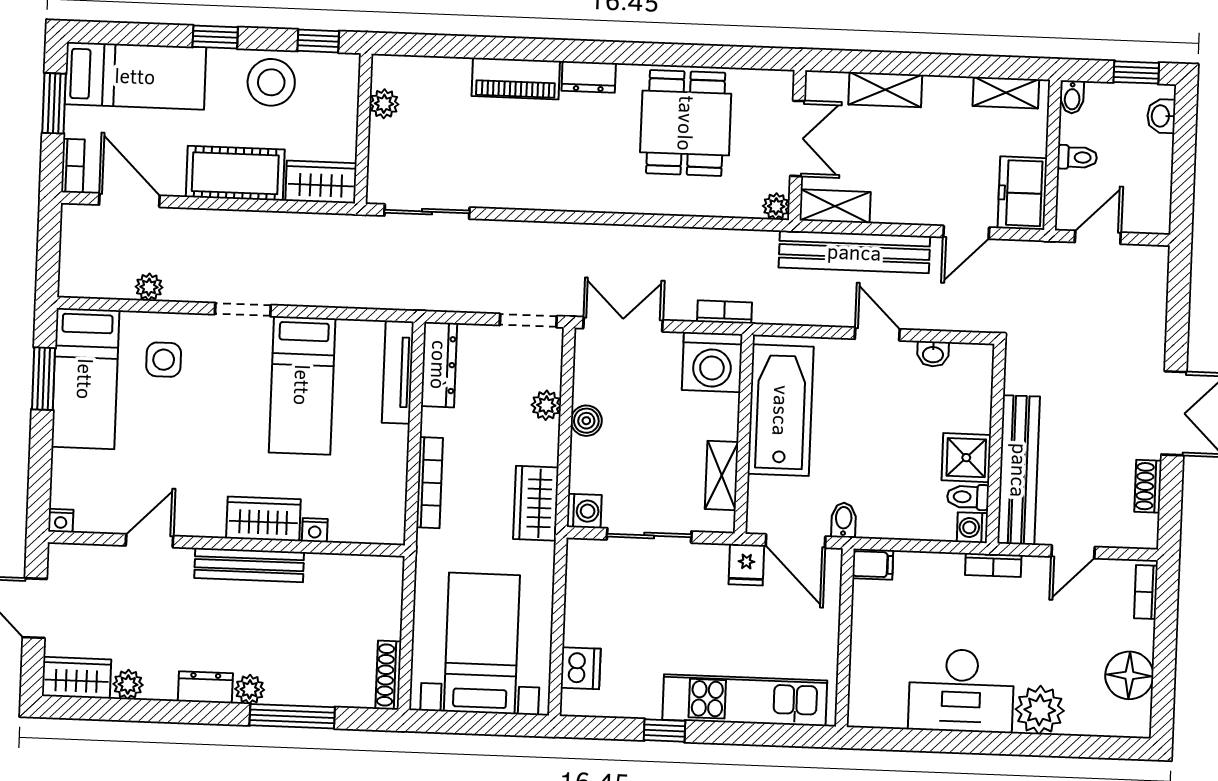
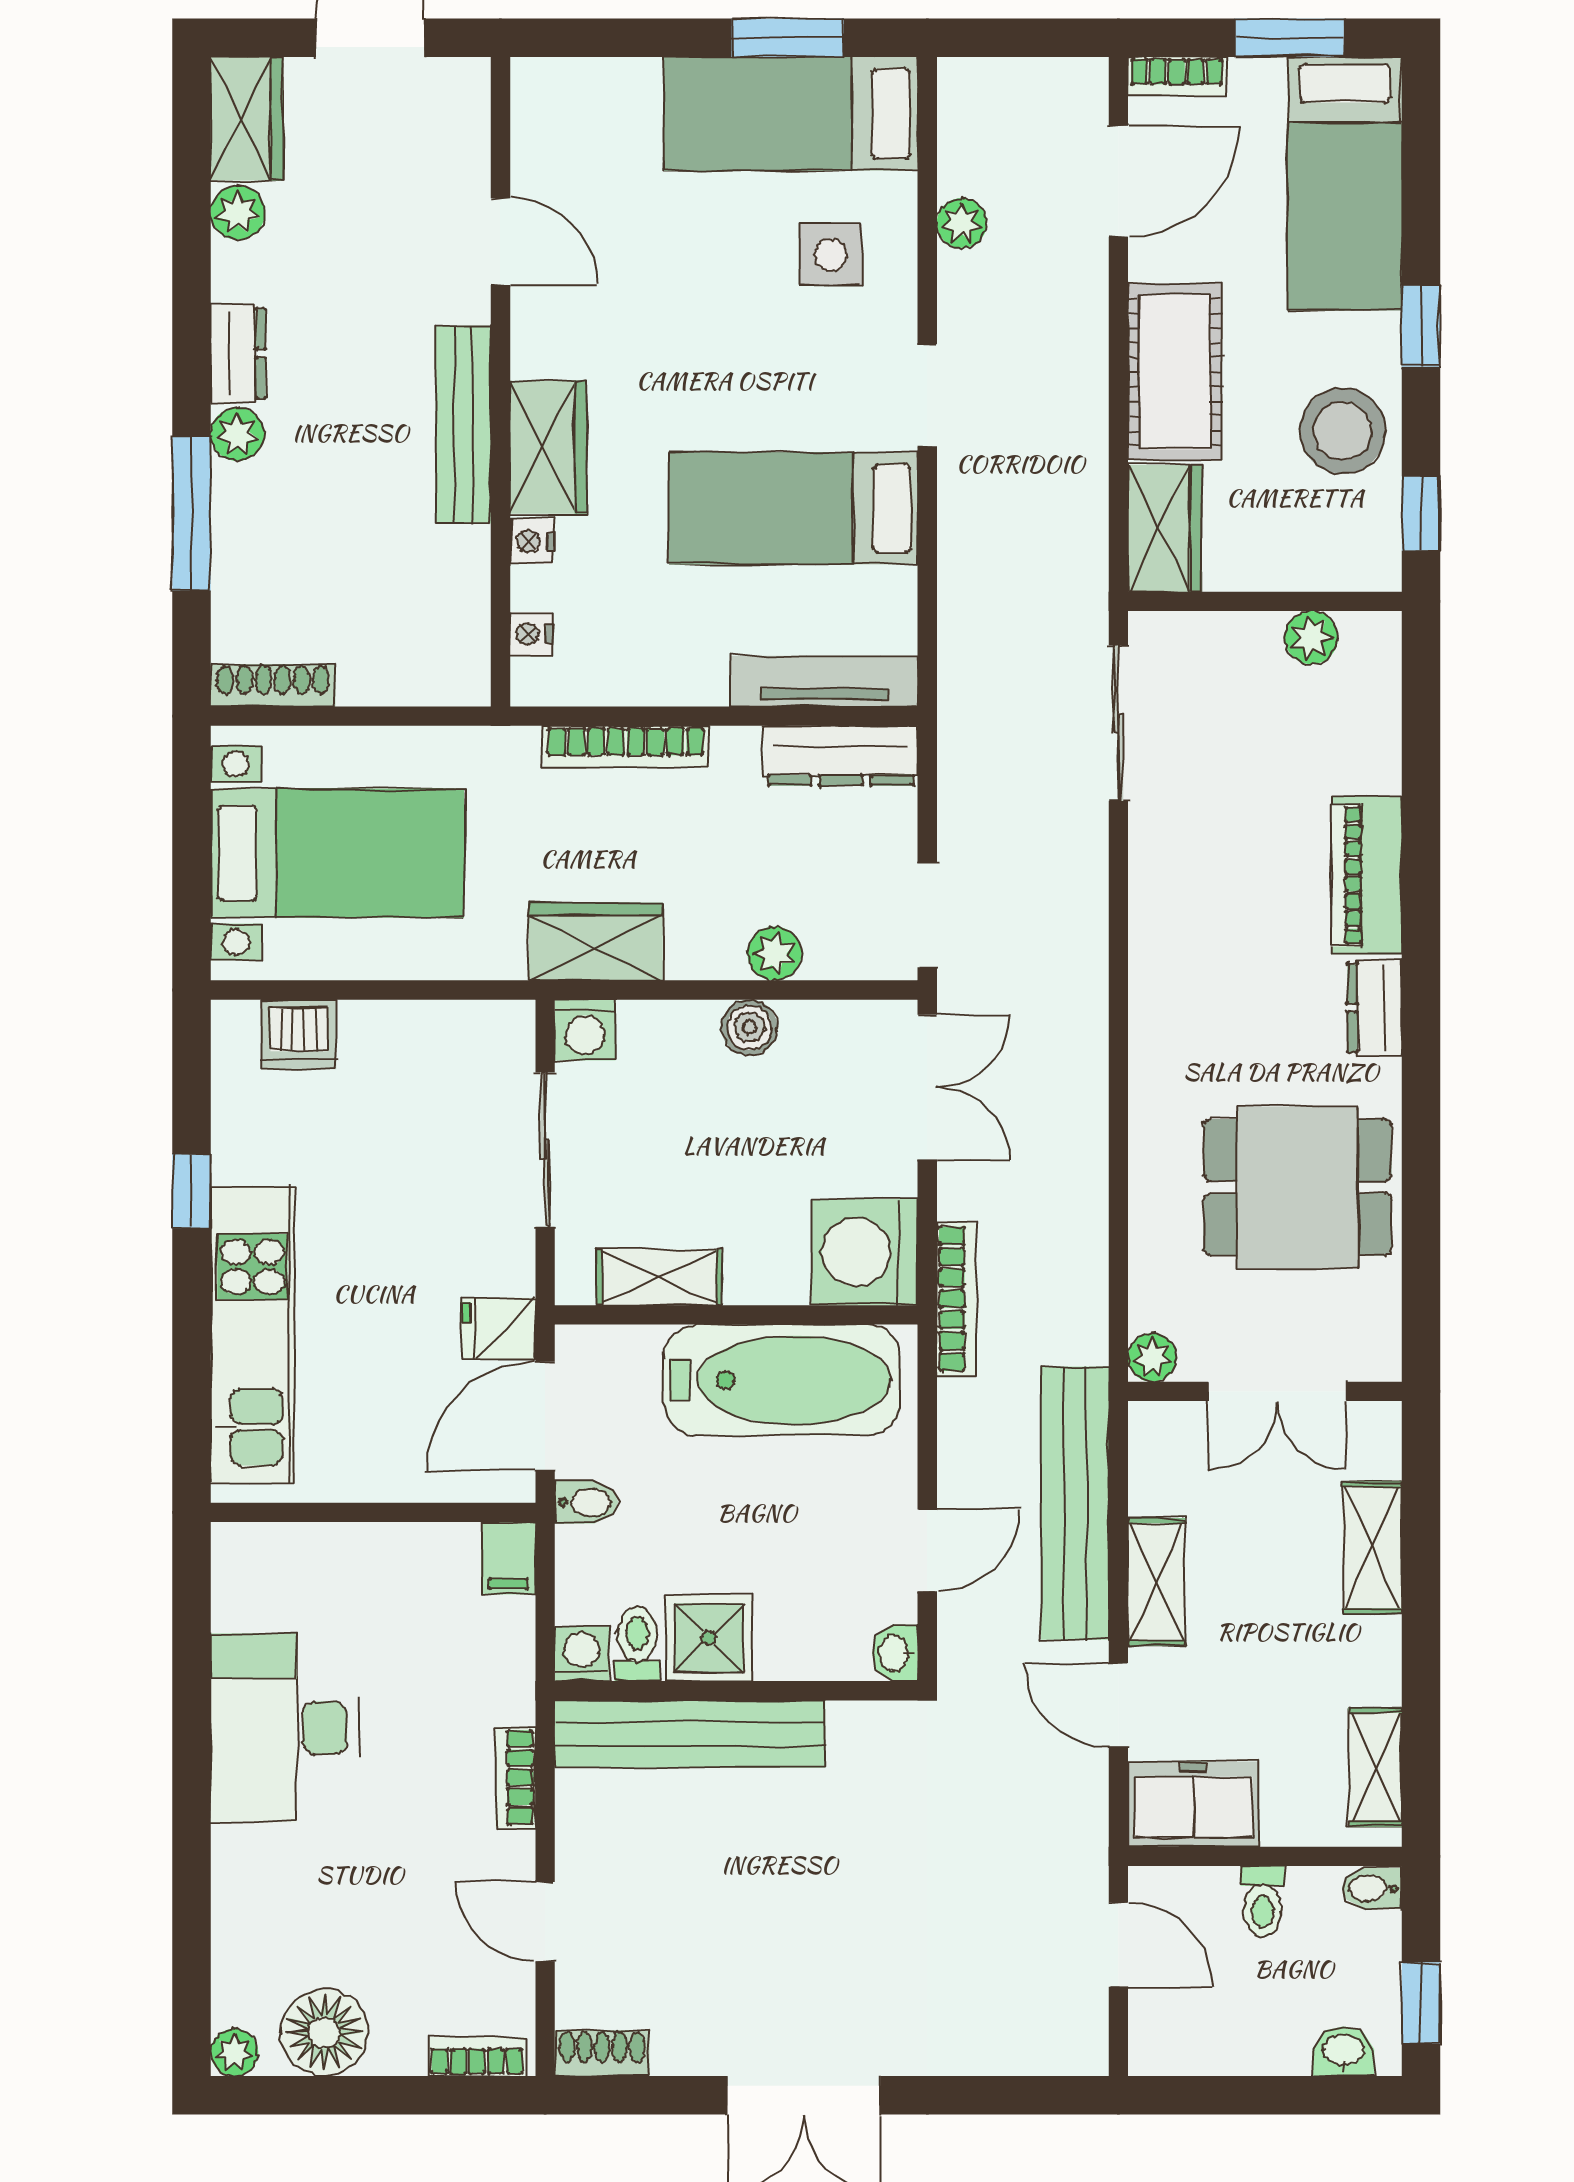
shelving: (835, 206) -> (1157, 1582), moved
bookcase: (725, 312) -> (956, 1299), width x1.56
wall: (996, 444) -> (736, 1691), moved
shower: (966, 458) -> (709, 1638), moved
bench: (1019, 470) -> (690, 1734), moved
shoe rack: (1148, 486) -> (602, 2053), moved
toilet: (968, 497) -> (637, 1644), moved
nightstand: (61, 521) -> (531, 634), moved
washing machine: (972, 528) -> (582, 1654), moved
plant: (1040, 710) -> (234, 2052), moved, width x0.53, depth x0.53

